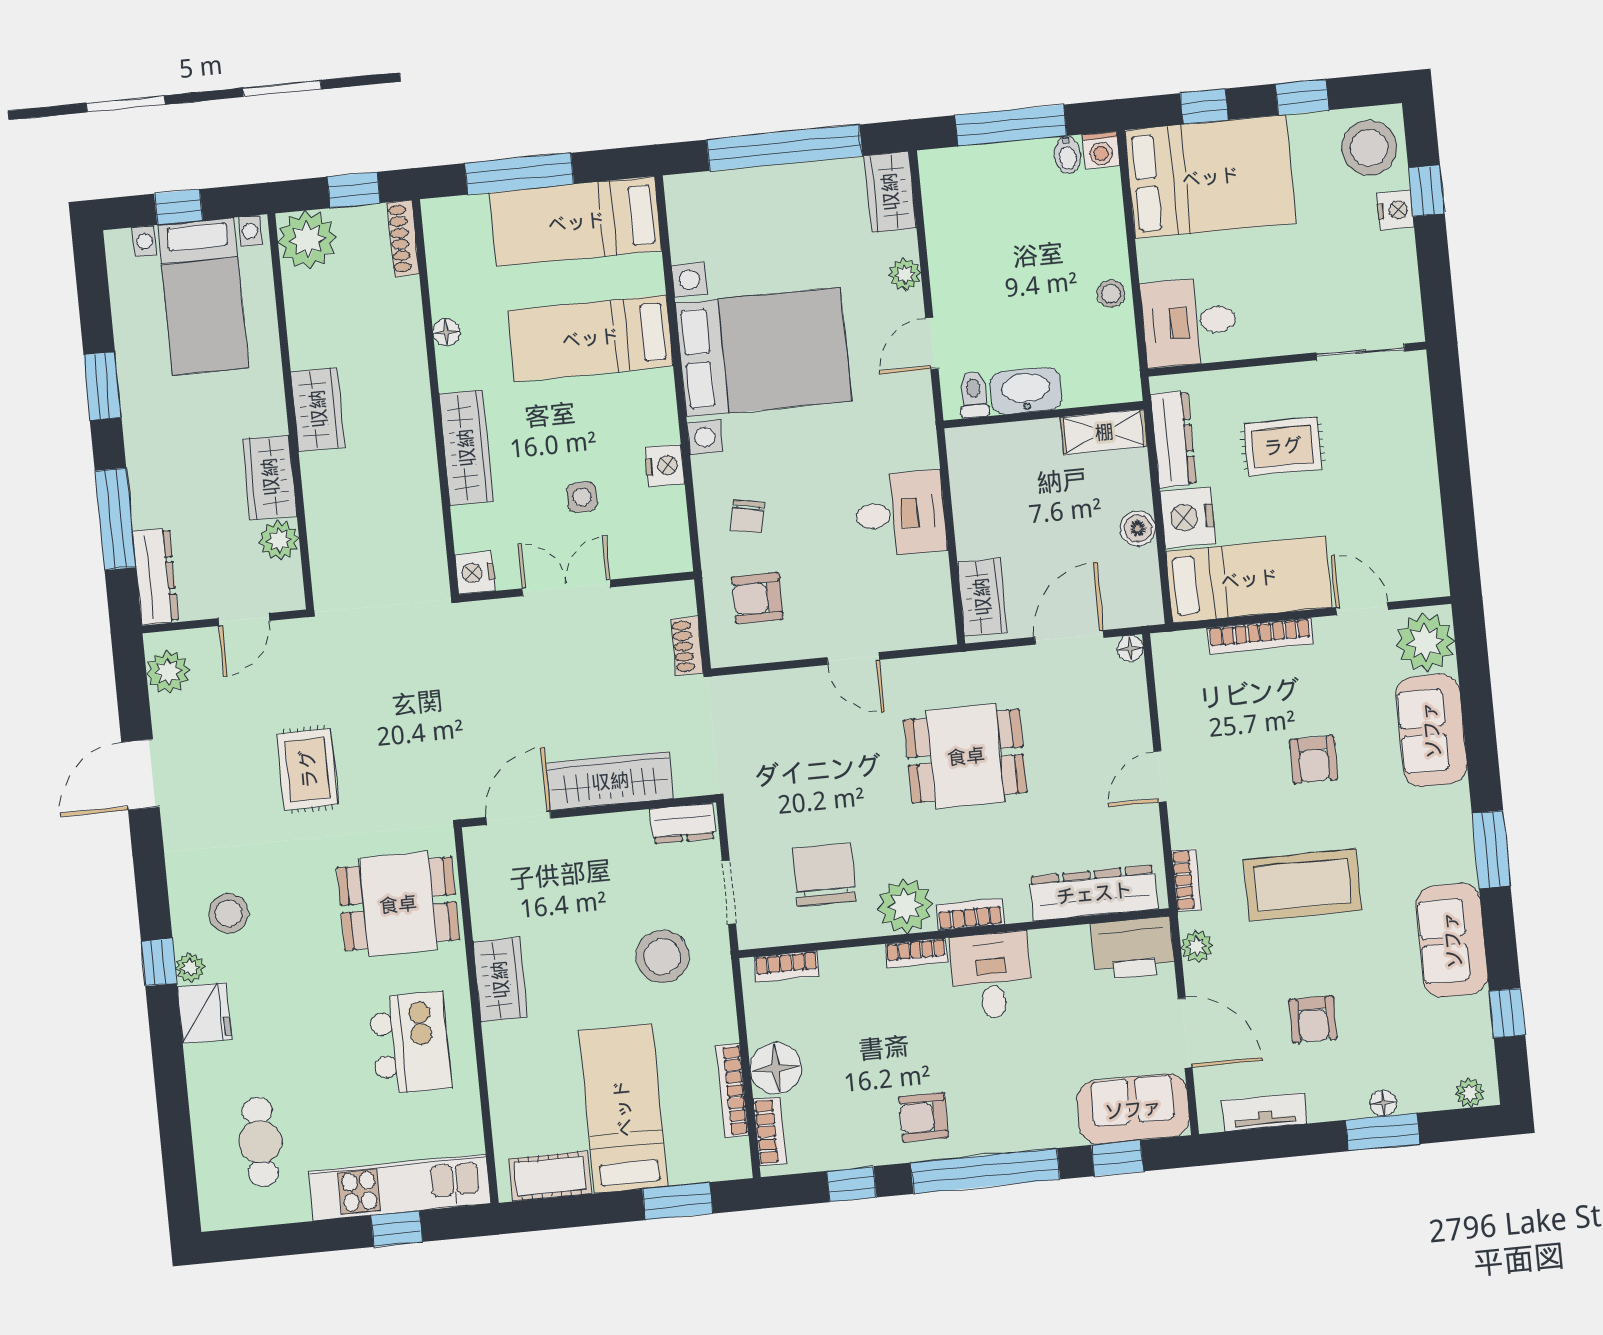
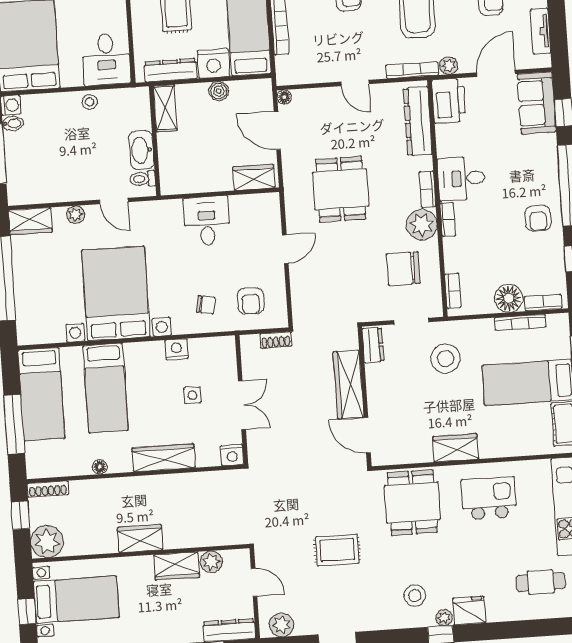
double door: (566, 588) -> (242, 405), swing flipped
bookcase: (1186, 880) -> (412, 70), width x1.56

